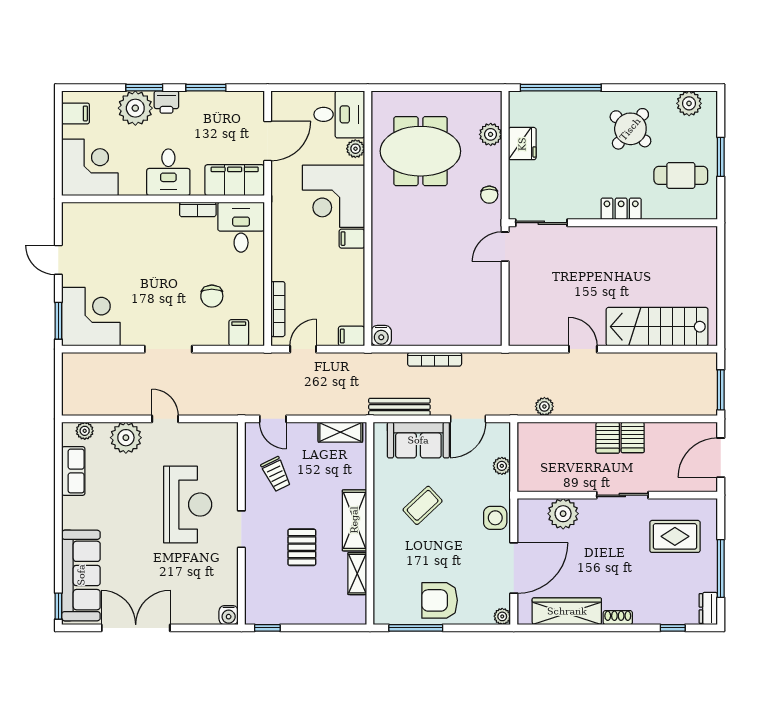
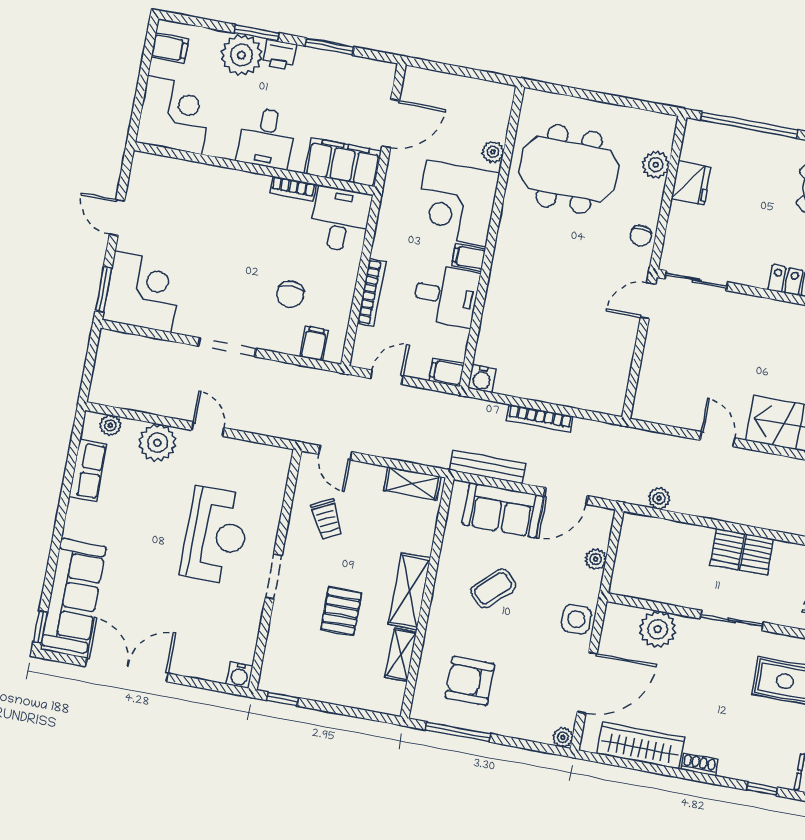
desk: (339, 114) -> (446, 295), moved
bookcase: (278, 309) -> (372, 292), moved
armchair: (440, 600) -> (470, 681), moved

